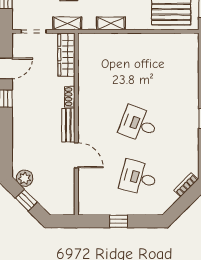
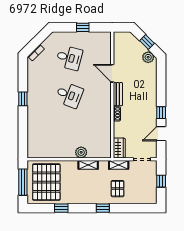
plant: (121, 41) -> (81, 152), added
wardrobe: (66, 55) -> (119, 148), width x0.67

